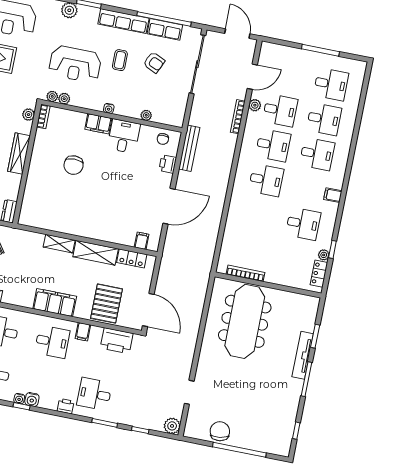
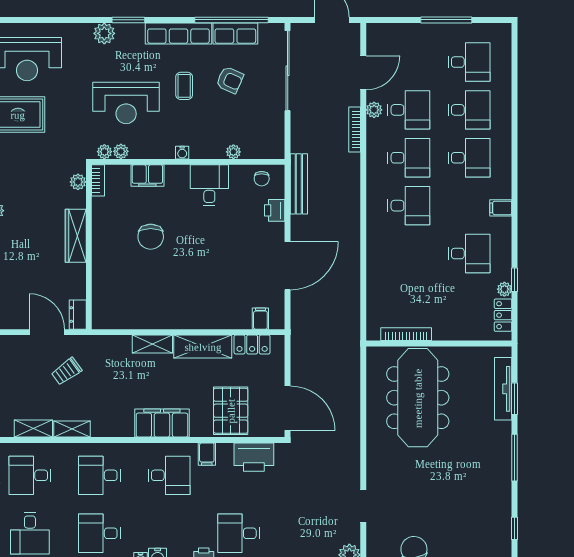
filing cabinet: (98, 124) -> (147, 176), moved
tv unit: (303, 355) -> (503, 389), moved

